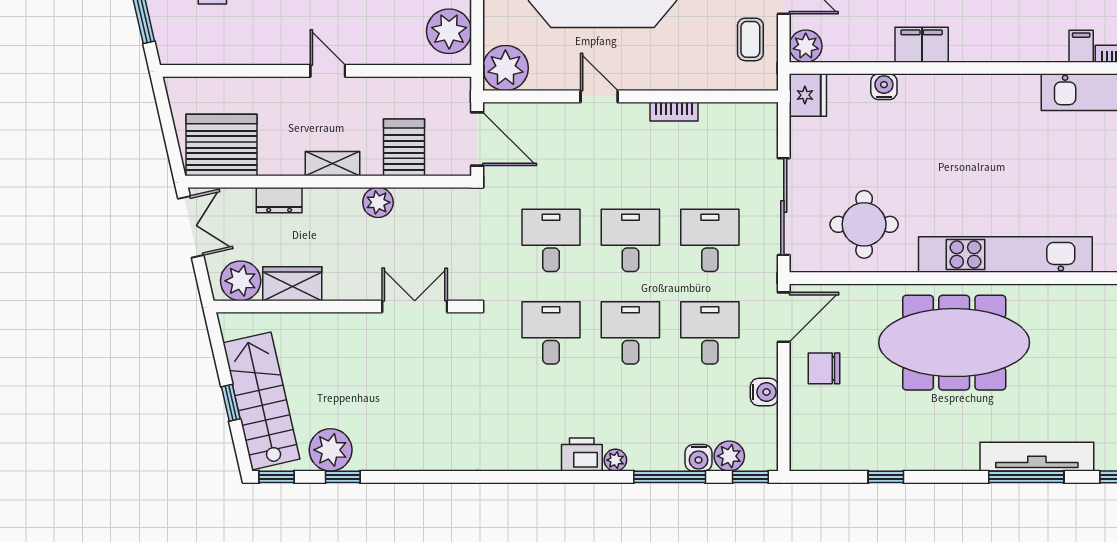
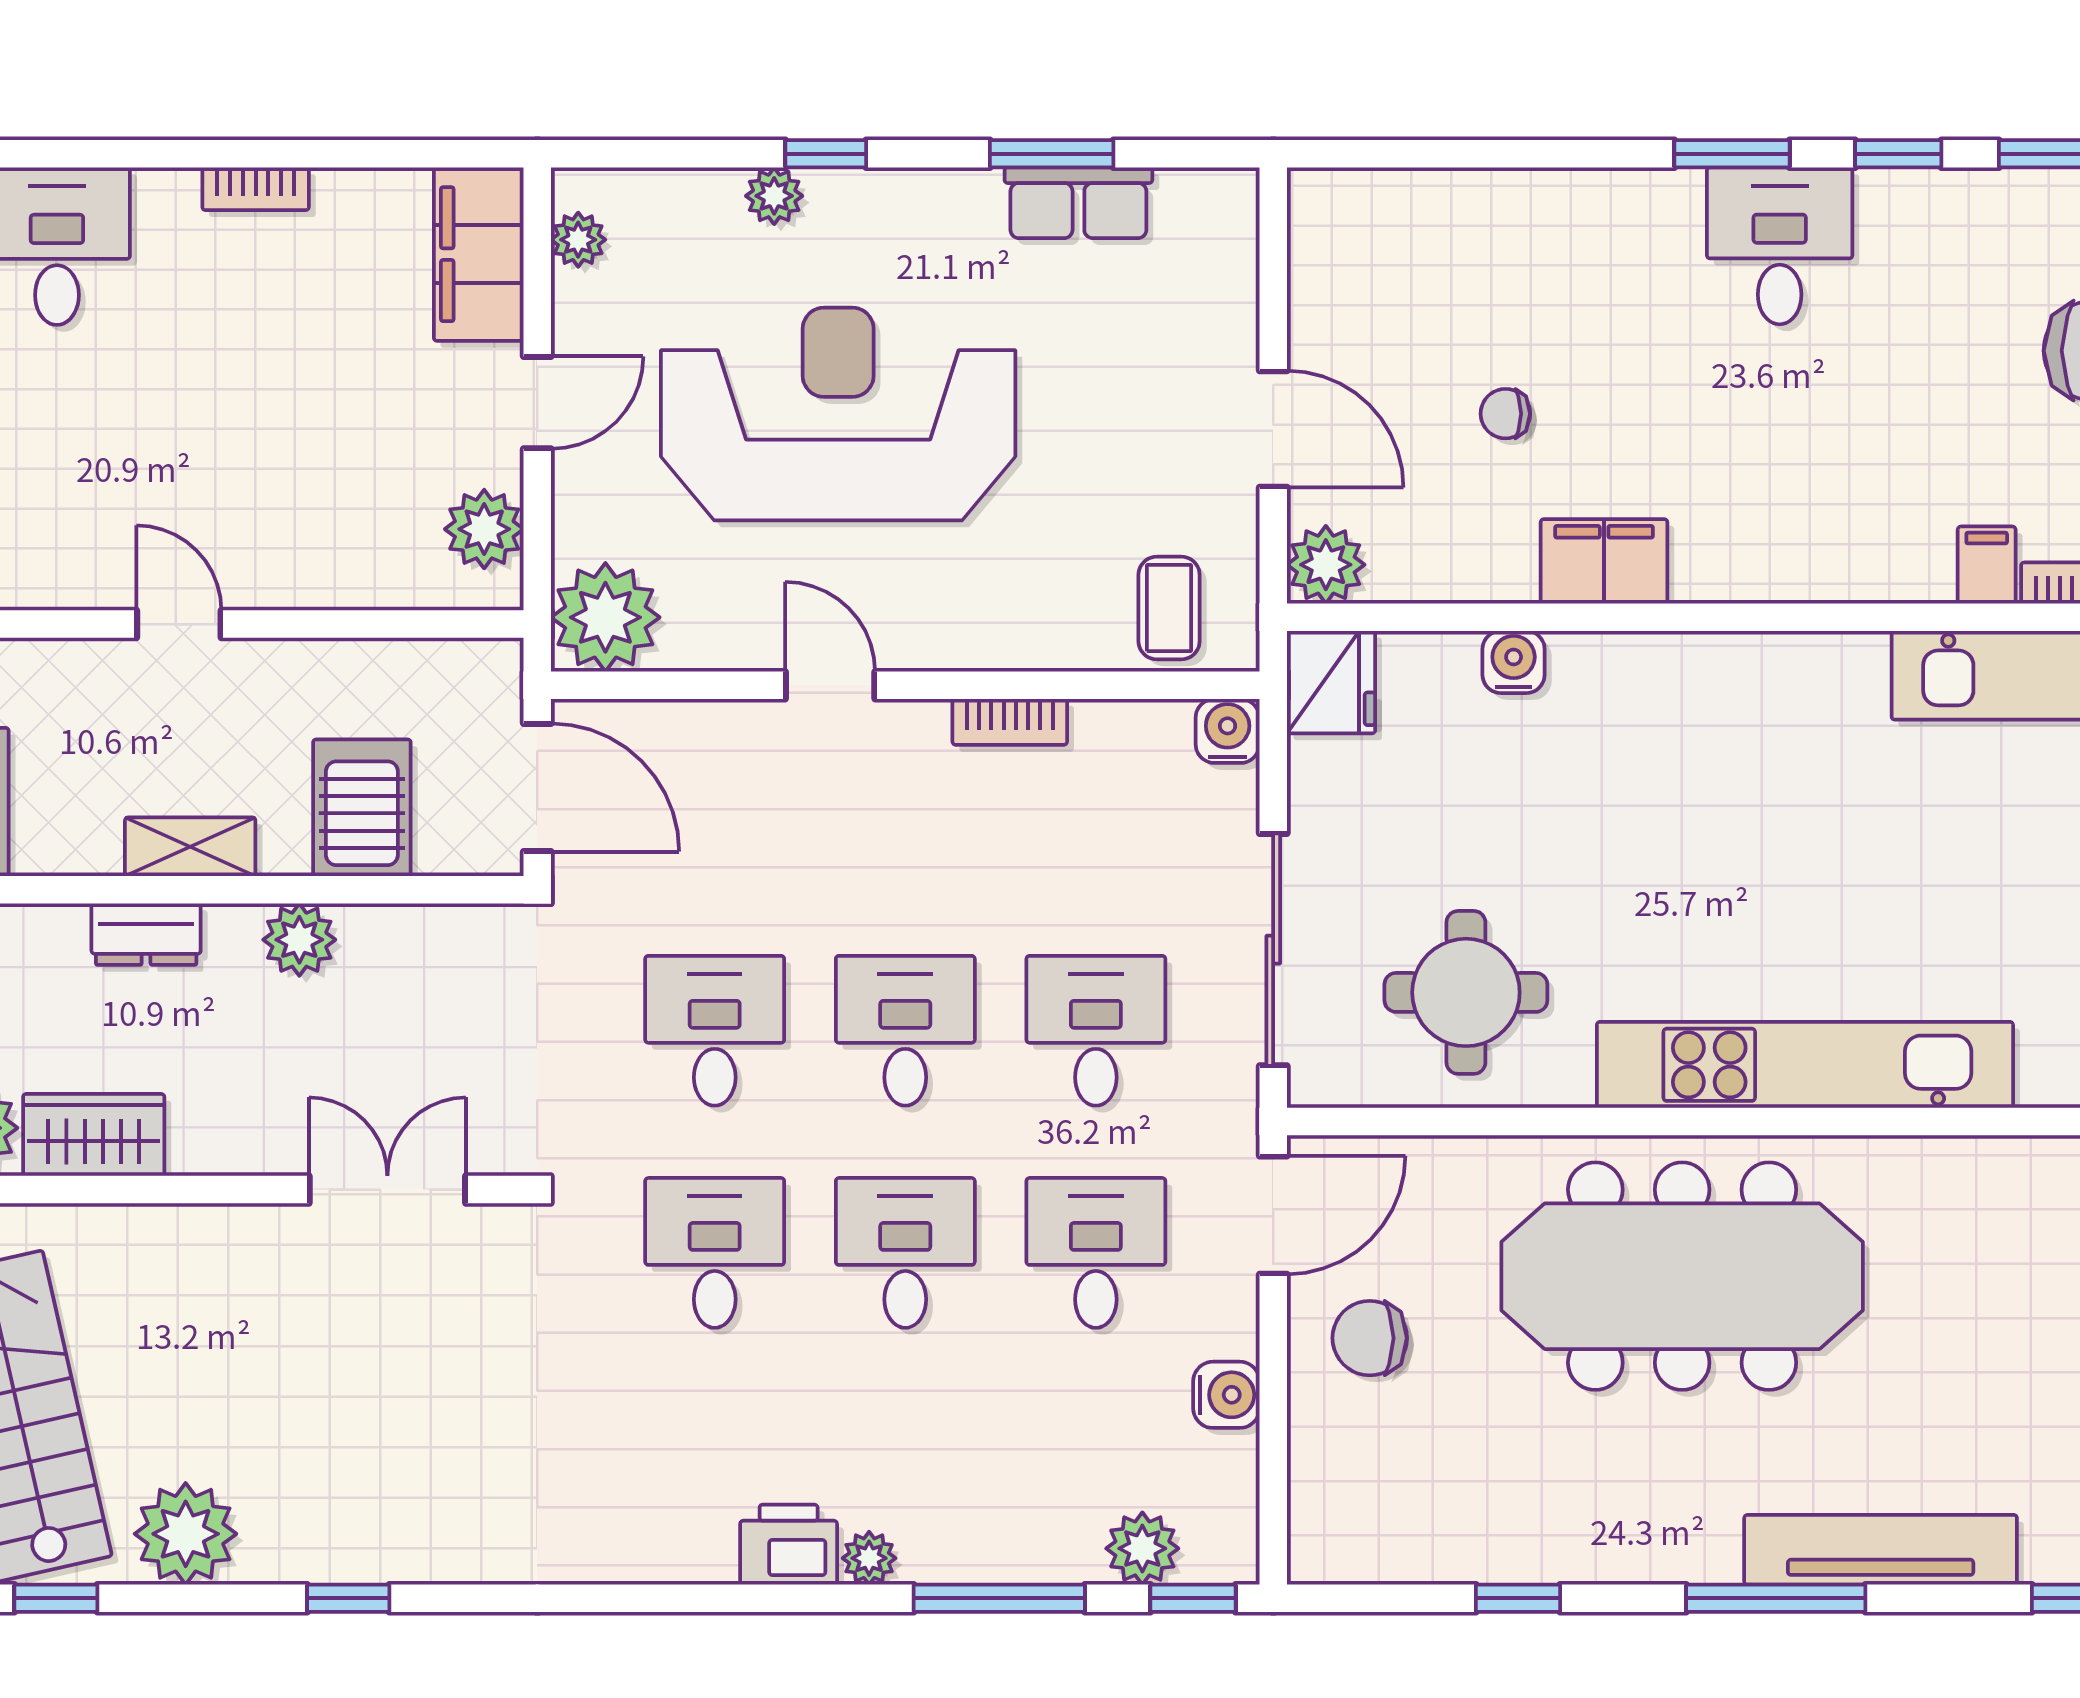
plant: (449, 31) -> (484, 529), width x0.73, depth x0.73
coffee table: (750, 39) -> (1169, 608), moved
dresser: (279, 200) -> (146, 934), moved
water cooler: (699, 458) -> (1228, 731), moved, turned 180
window: (343, 477) -> (348, 1598), moved
window: (1026, 477) -> (1776, 1598), moved

